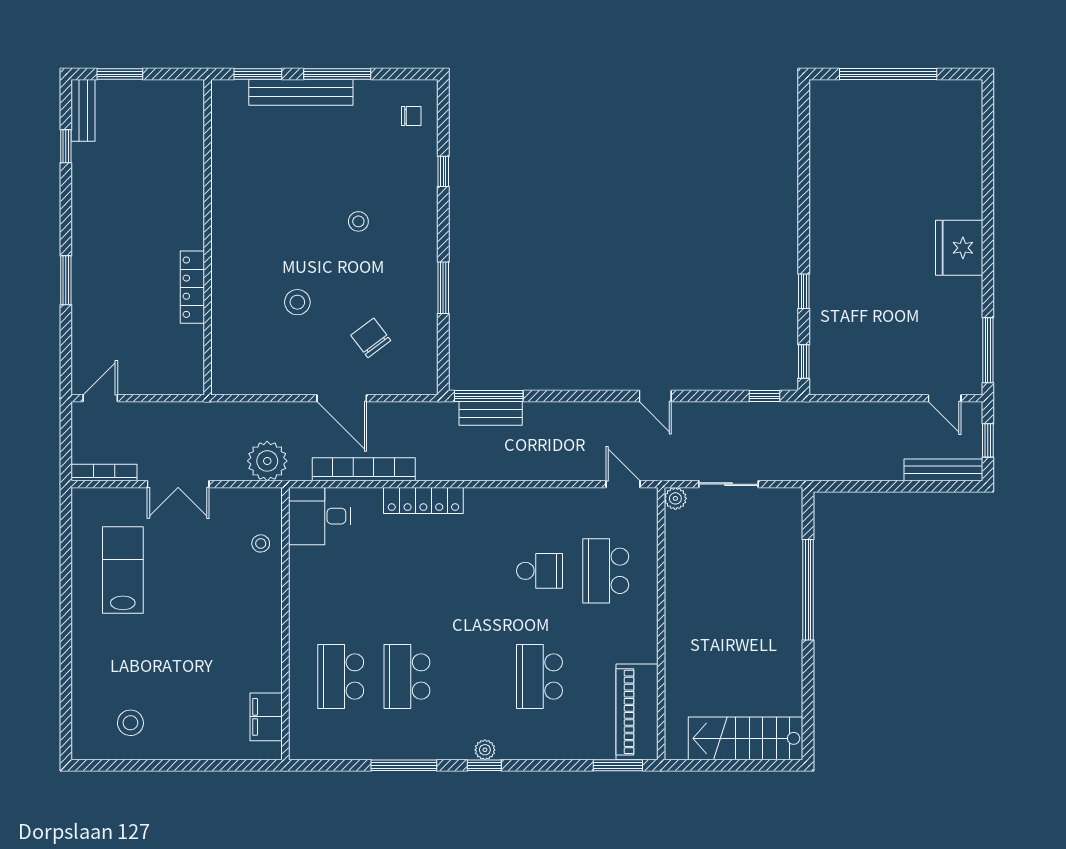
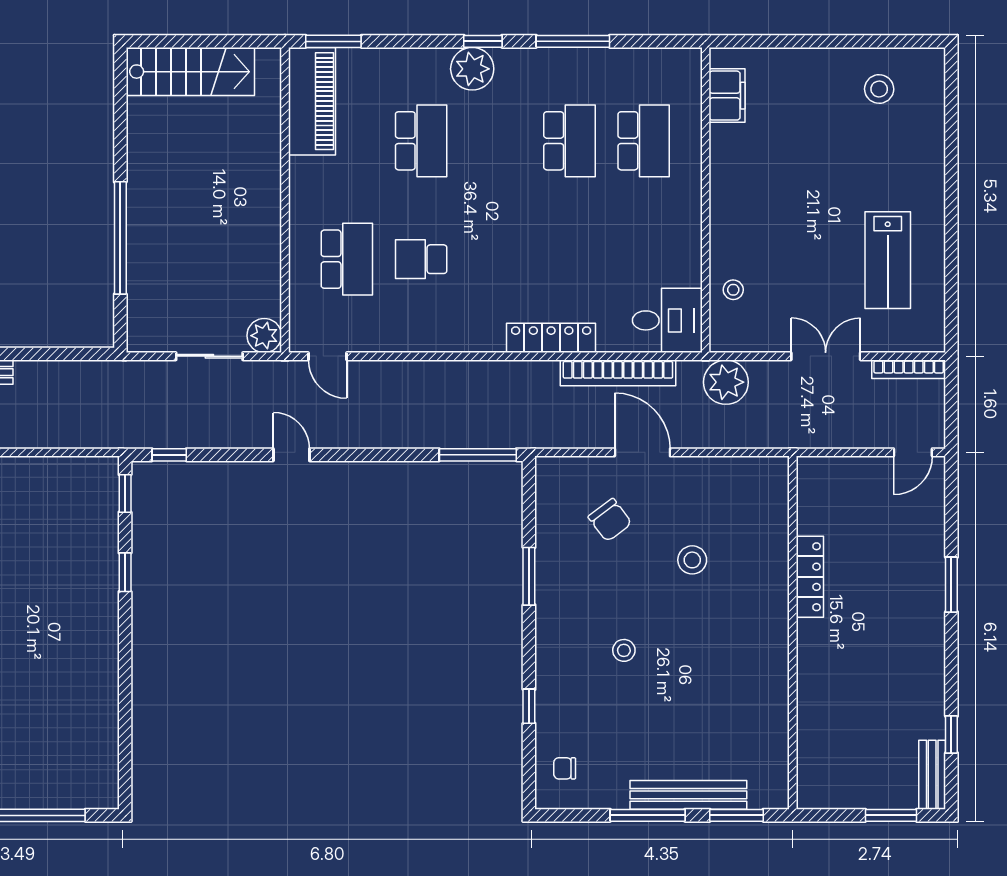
bench: (491, 413) -> (476, 435), removed
plant: (675, 498) -> (264, 336), width x1.38, depth x1.38
plant: (485, 750) -> (472, 69), width x1.88, depth x1.88

